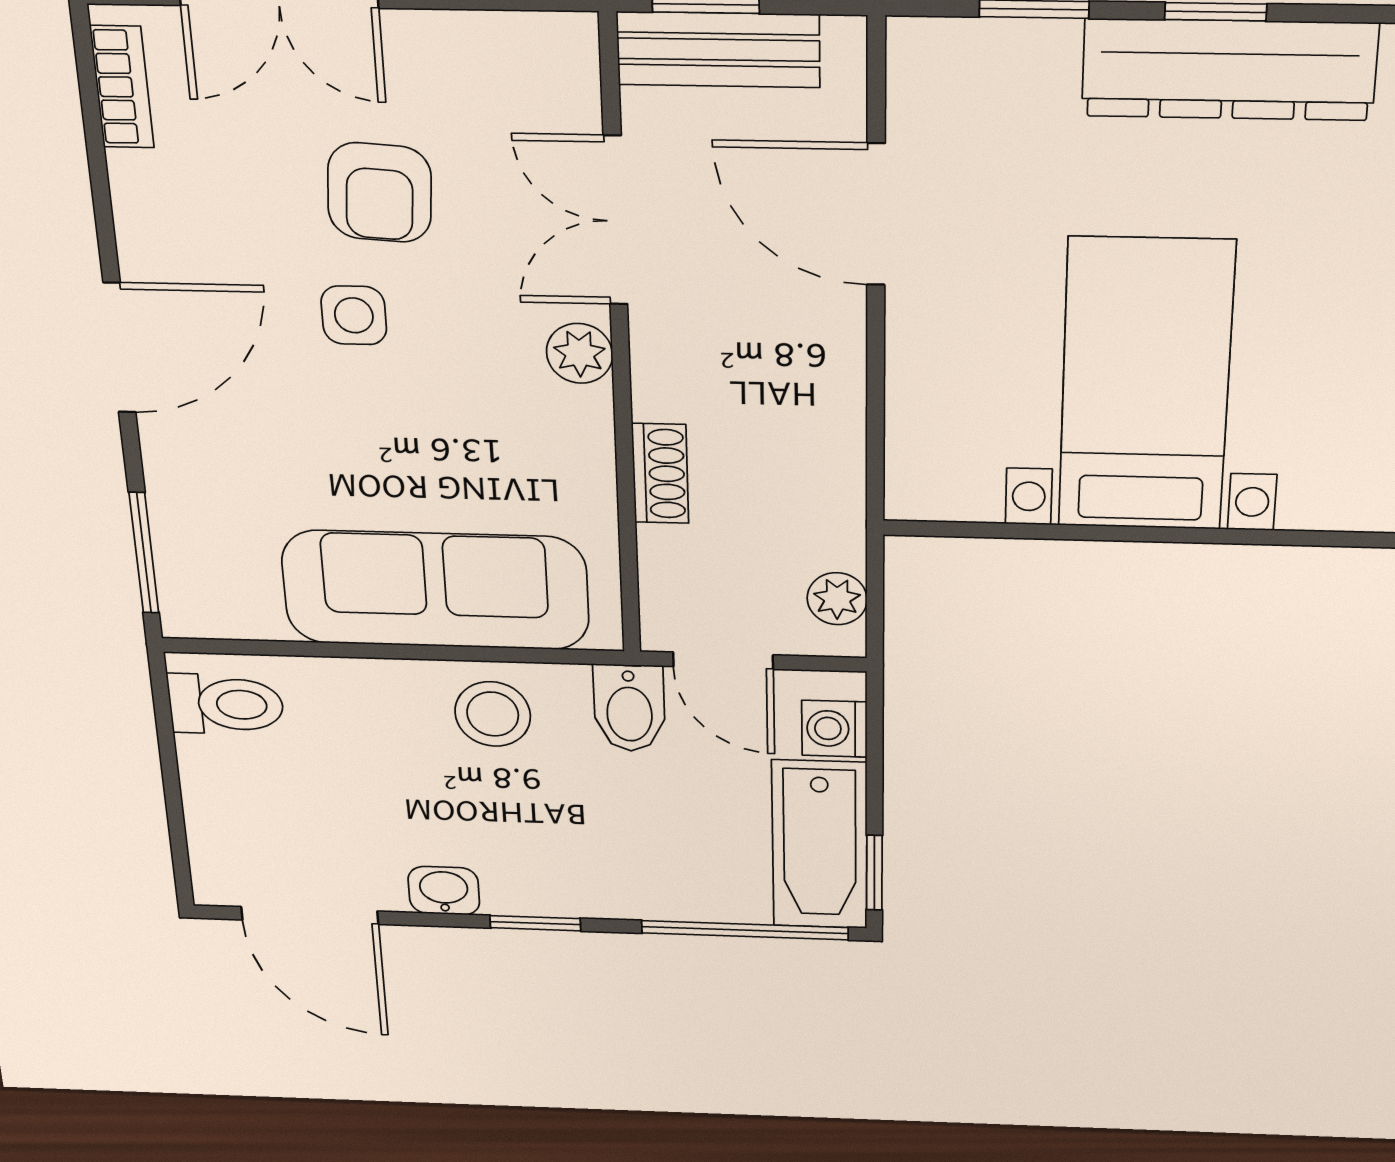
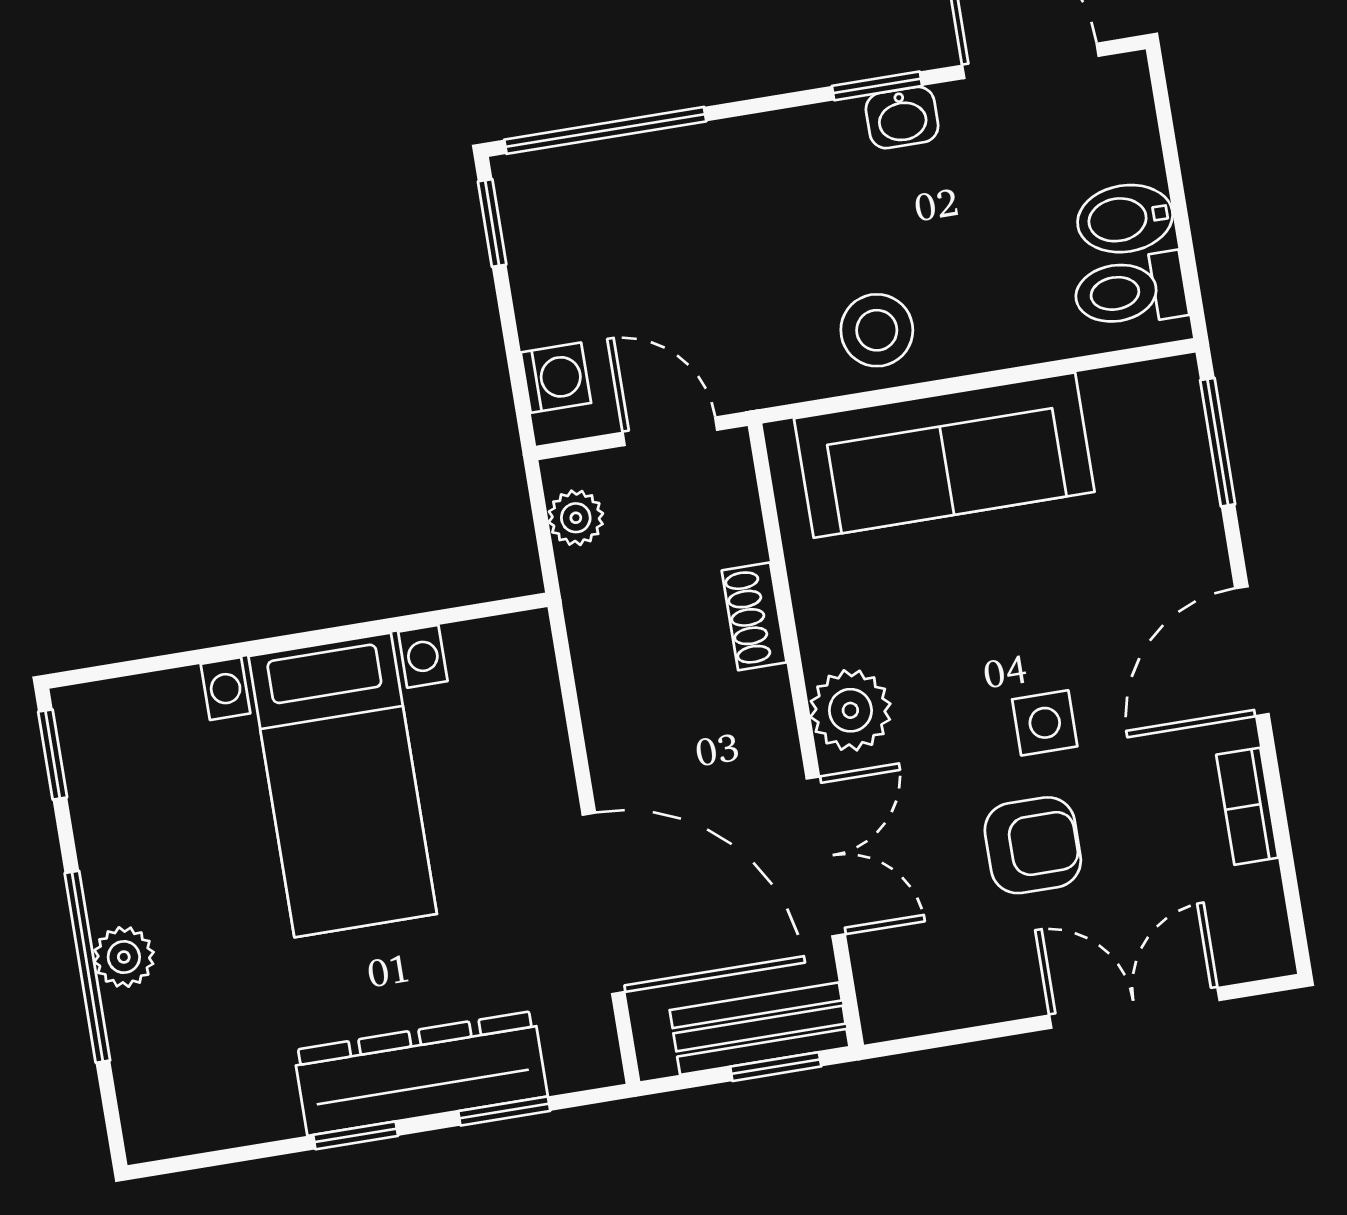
dresser: (1229, 70) -> (421, 1073), moved
bookcase: (122, 87) -> (1247, 806), moved
armchair: (380, 193) -> (1033, 845), turned 86
door: (876, 215) -> (604, 903), width x1.36
plant: (580, 353) -> (850, 710), width x1.38, depth x1.38
bidet: (629, 708) -> (1125, 219), moved, turned -90
bathtub: (820, 845) -> (549, 244), removed
window: (535, 923) -> (877, 86), moved

